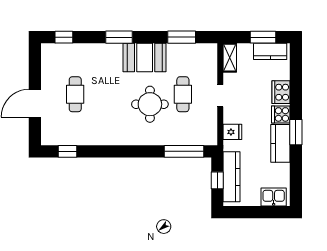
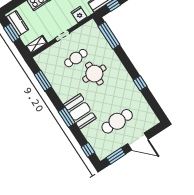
booth: (145, 57) -> (80, 111), moved
window: (35, 66) -> (116, 156), added
cafe table: (75, 94) -> (117, 121), width x1.37, depth x1.35
window: (68, 151) -> (140, 83), moved

